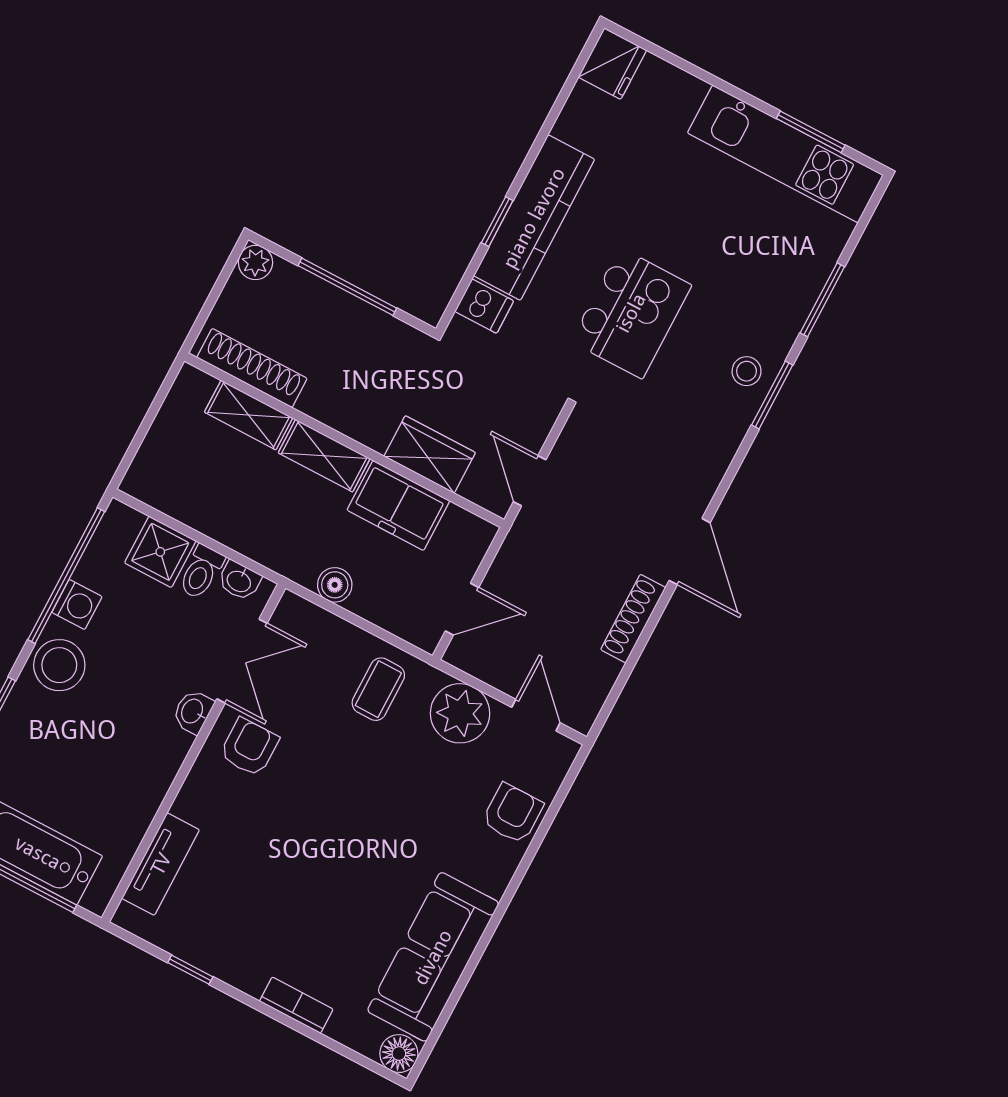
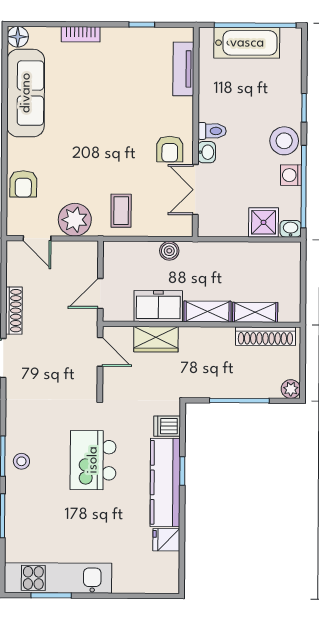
fridge: (612, 64) -> (166, 540), moved, width x0.72
toilet: (201, 572) -> (212, 131), moved, turned 90
washbasin: (239, 581) -> (291, 229), moved
door: (462, 609) -> (100, 293), moved

